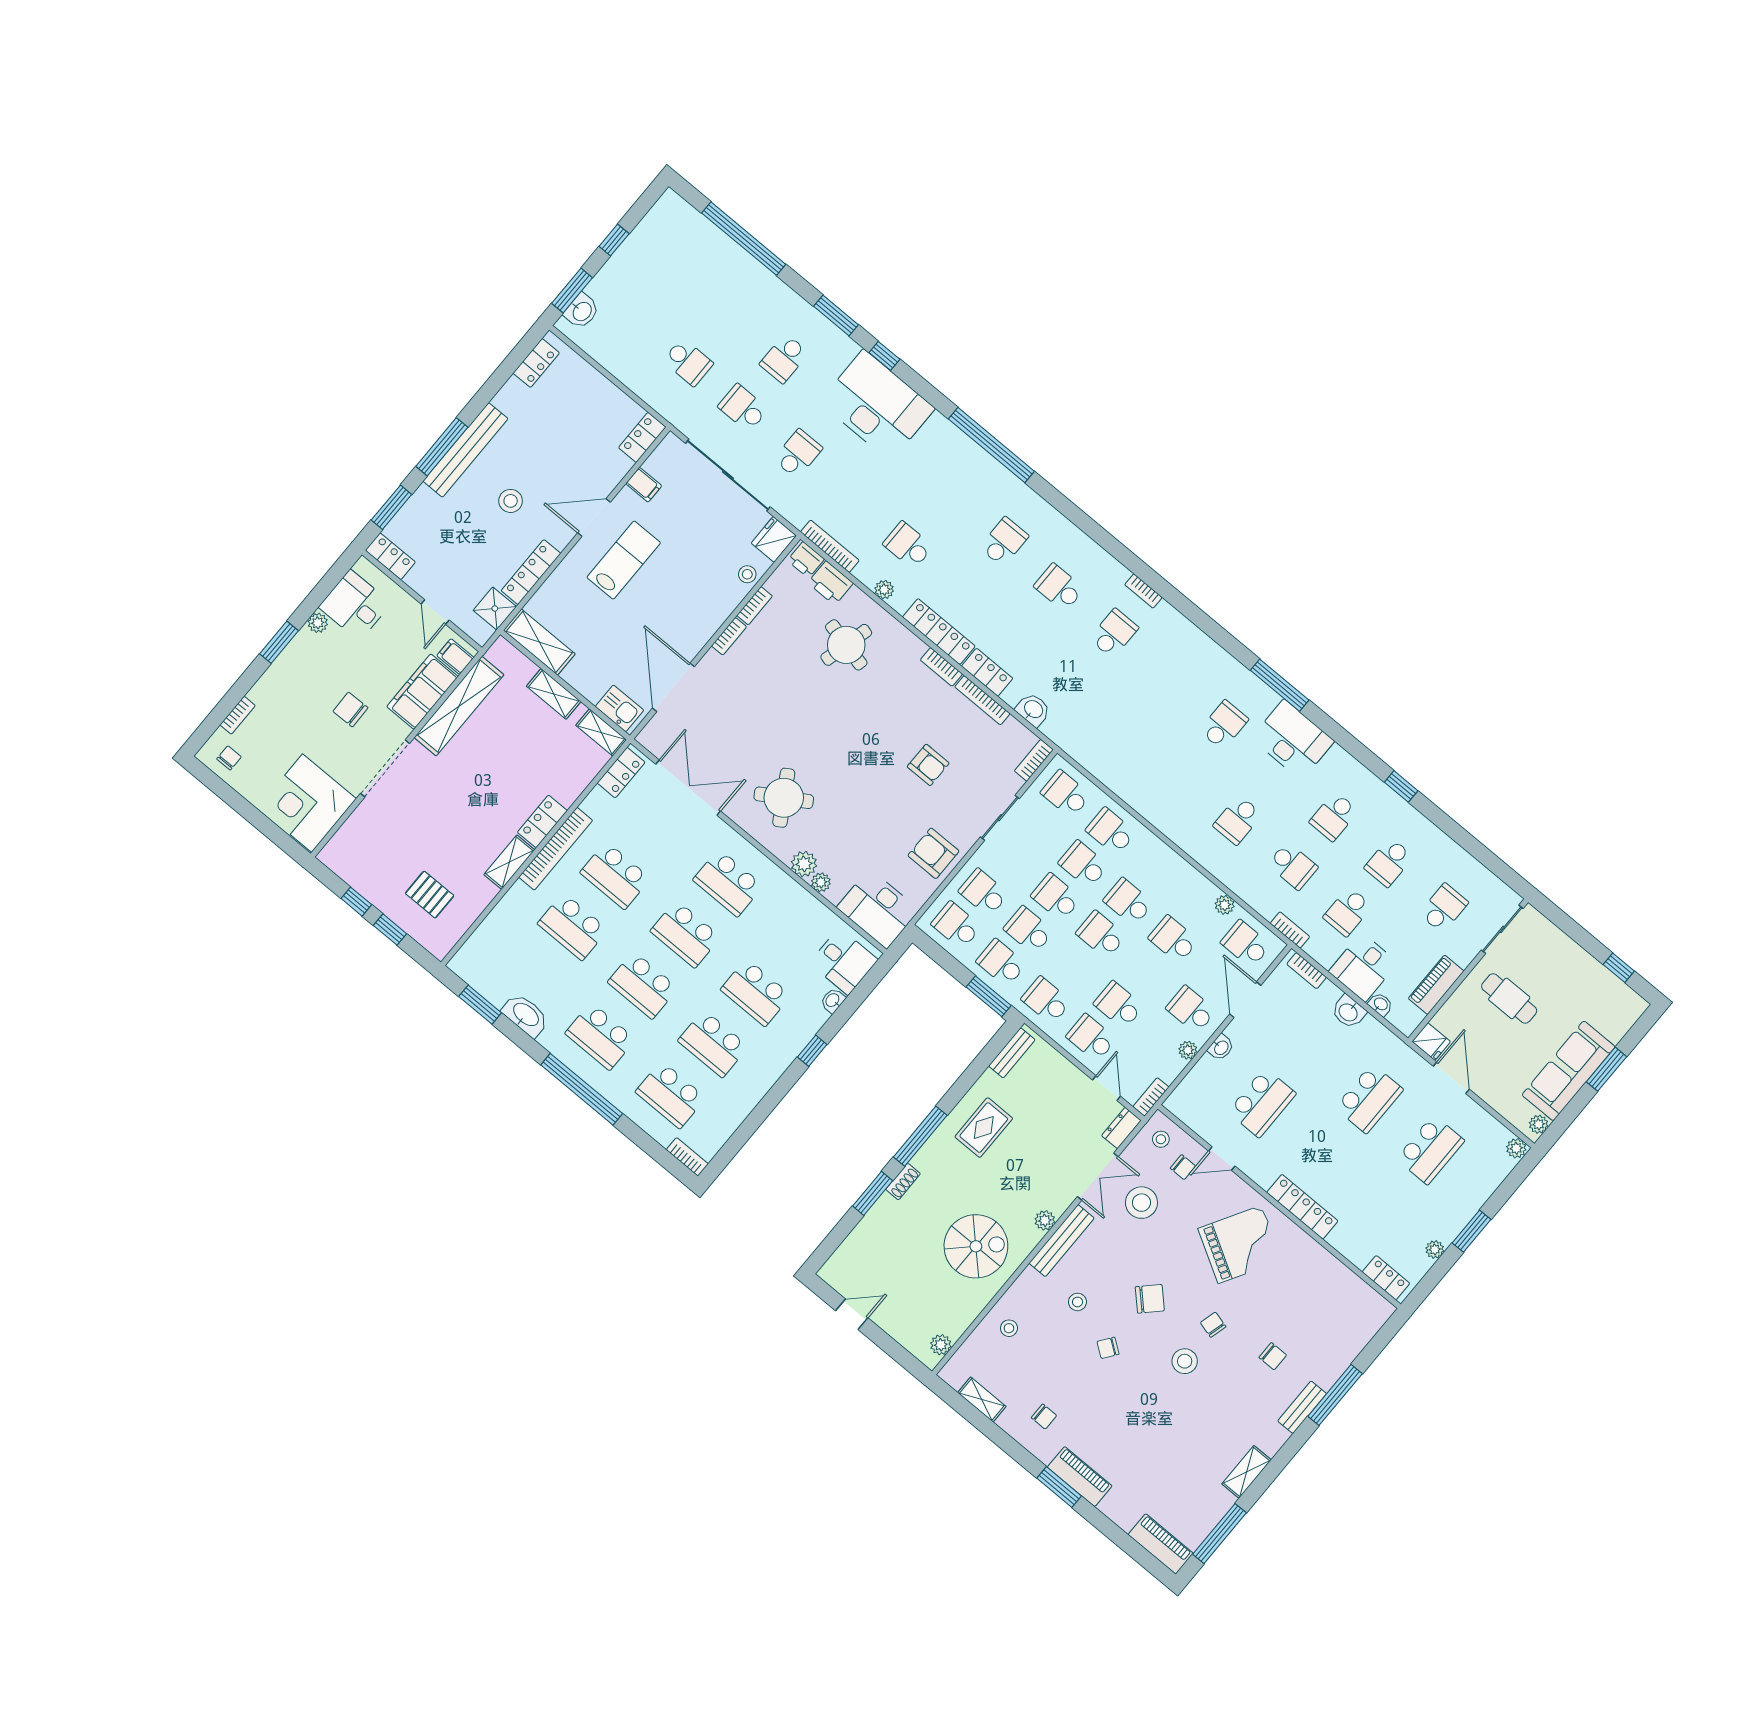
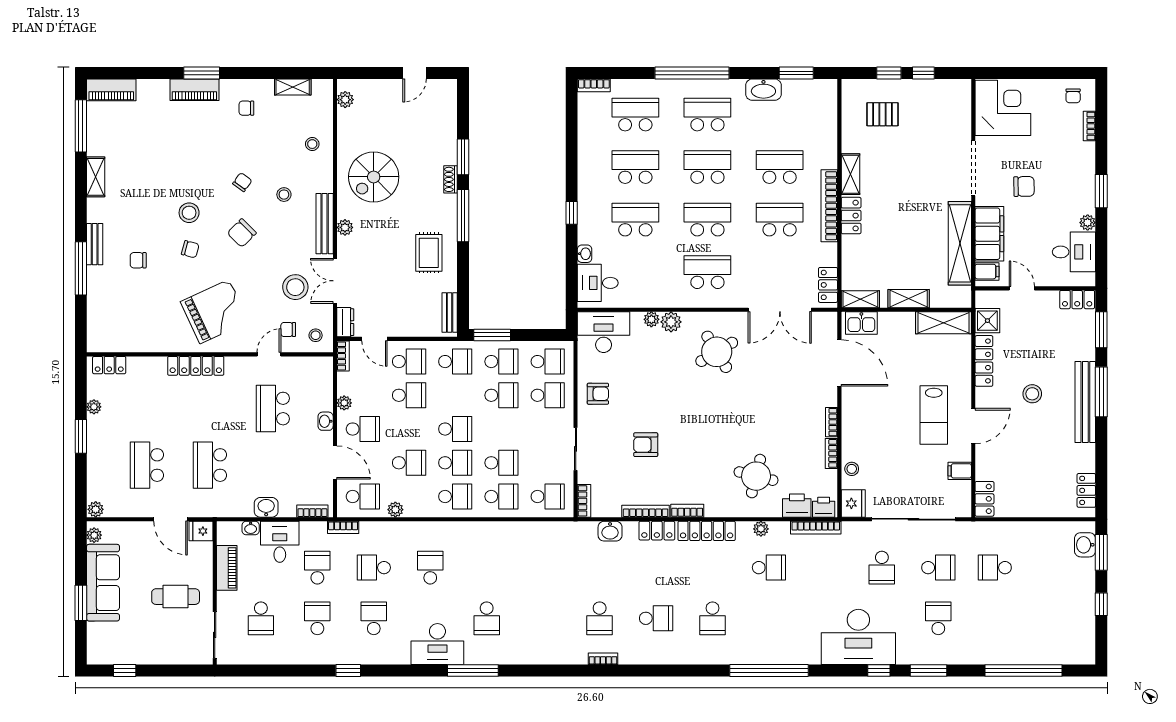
armchair: (933, 853) -> (598, 394), width x0.72, depth x0.72
school desk: (1056, 897) -> (455, 497), moved
grand piano: (1240, 1244) -> (215, 312), turned -145

